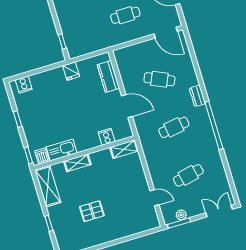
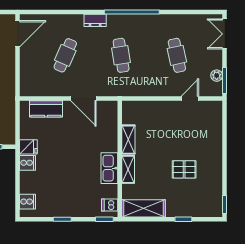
door: (127, 106) -> (83, 99), swing flipped
cooker: (107, 137) -> (28, 163), moved, turned 180
shelving: (124, 149) -> (128, 140), moved
kitchen sink: (62, 150) -> (109, 168), moved
pallet: (92, 211) -> (184, 169), turned 90

